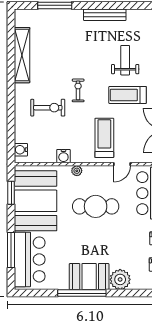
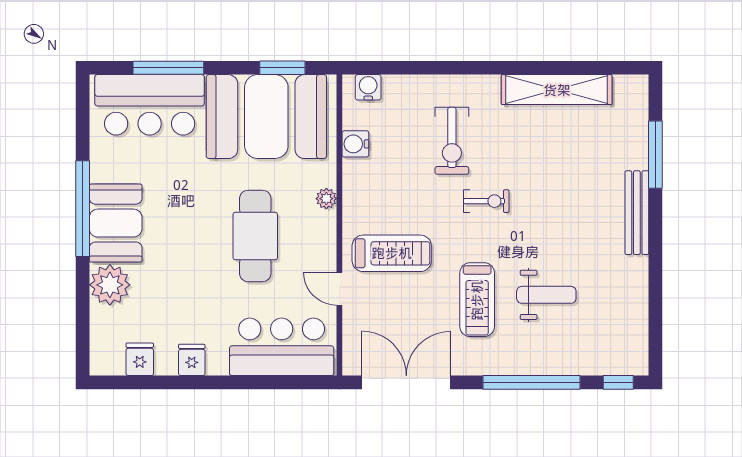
bench: (105, 15) -> (637, 213), moved
treadmill: (128, 95) -> (477, 300), turned 180
water cooler: (63, 156) -> (355, 144), moved

